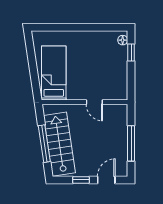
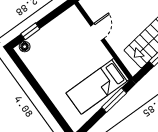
window: (35, 78) -> (114, 100), added

